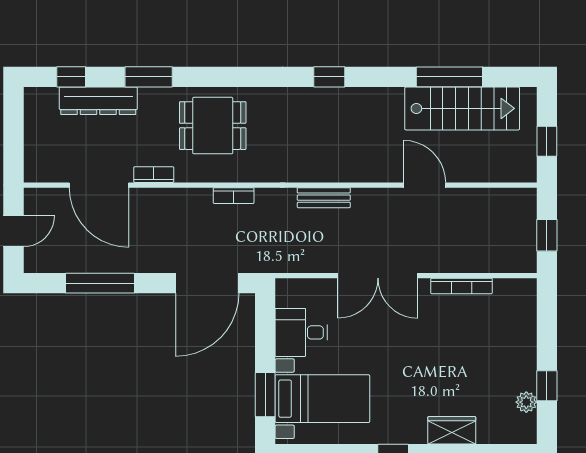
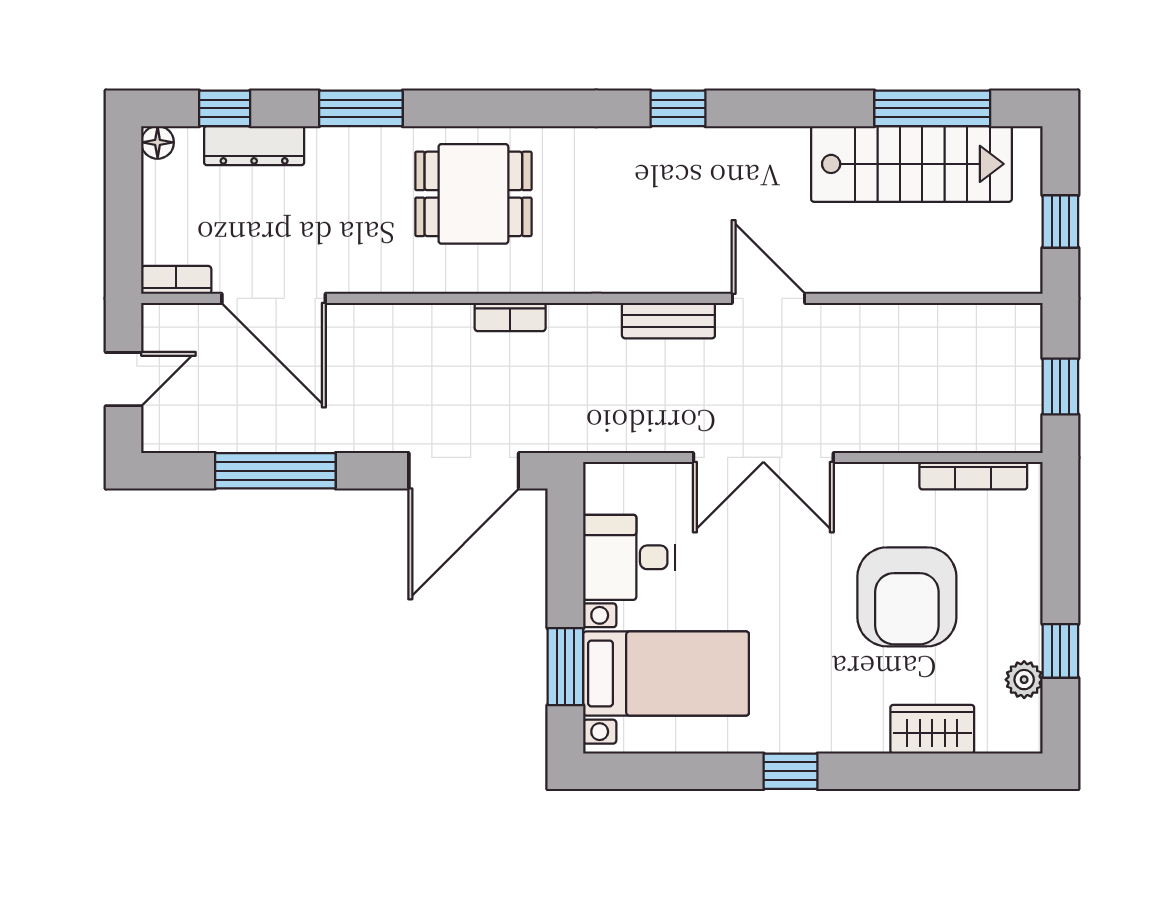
window: (449, 77) -> (932, 108), moved
floor lamp: (33, 96) -> (158, 142), added
dresser: (98, 101) -> (254, 146), width x0.73, depth x0.80
bookcase: (154, 175) -> (176, 280), moved
door: (425, 185) -> (769, 298), moved
bookcase: (462, 286) -> (973, 476), moved
armchair: (460, 355) -> (907, 597), added
wardrobe: (452, 430) -> (932, 729), moved

